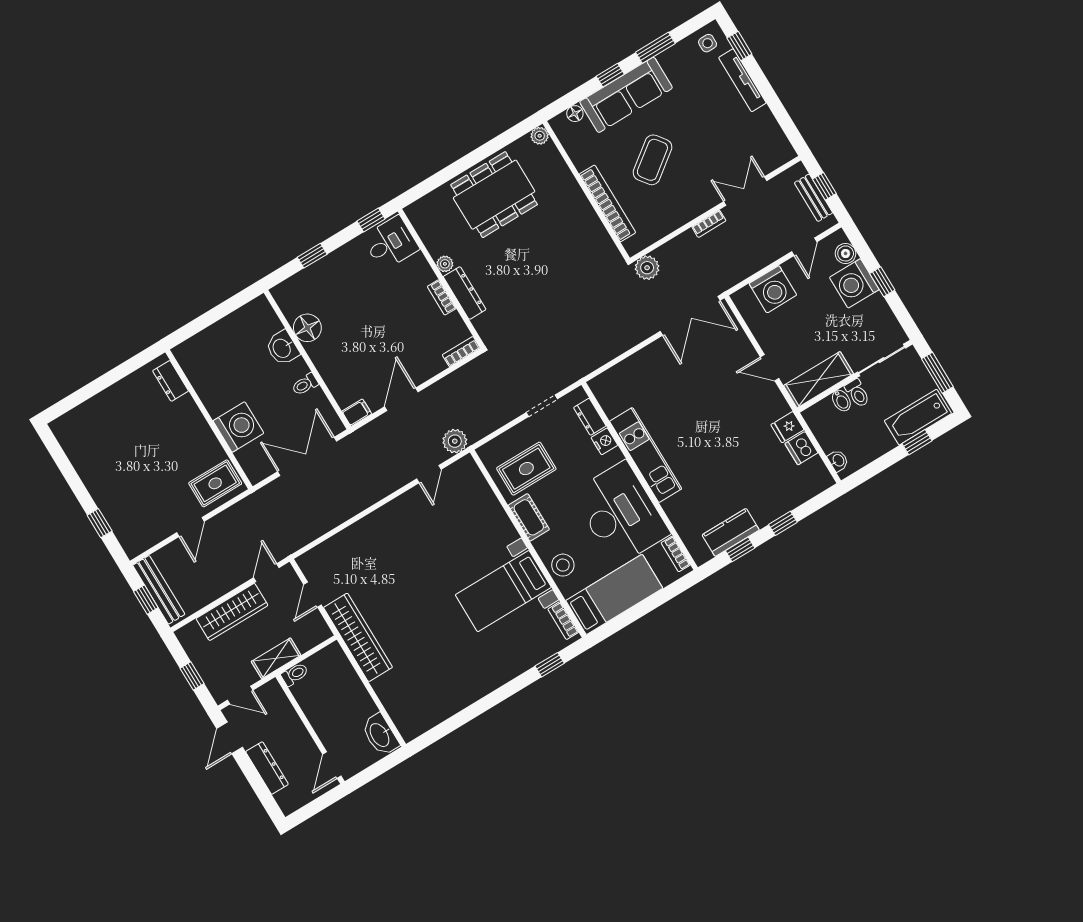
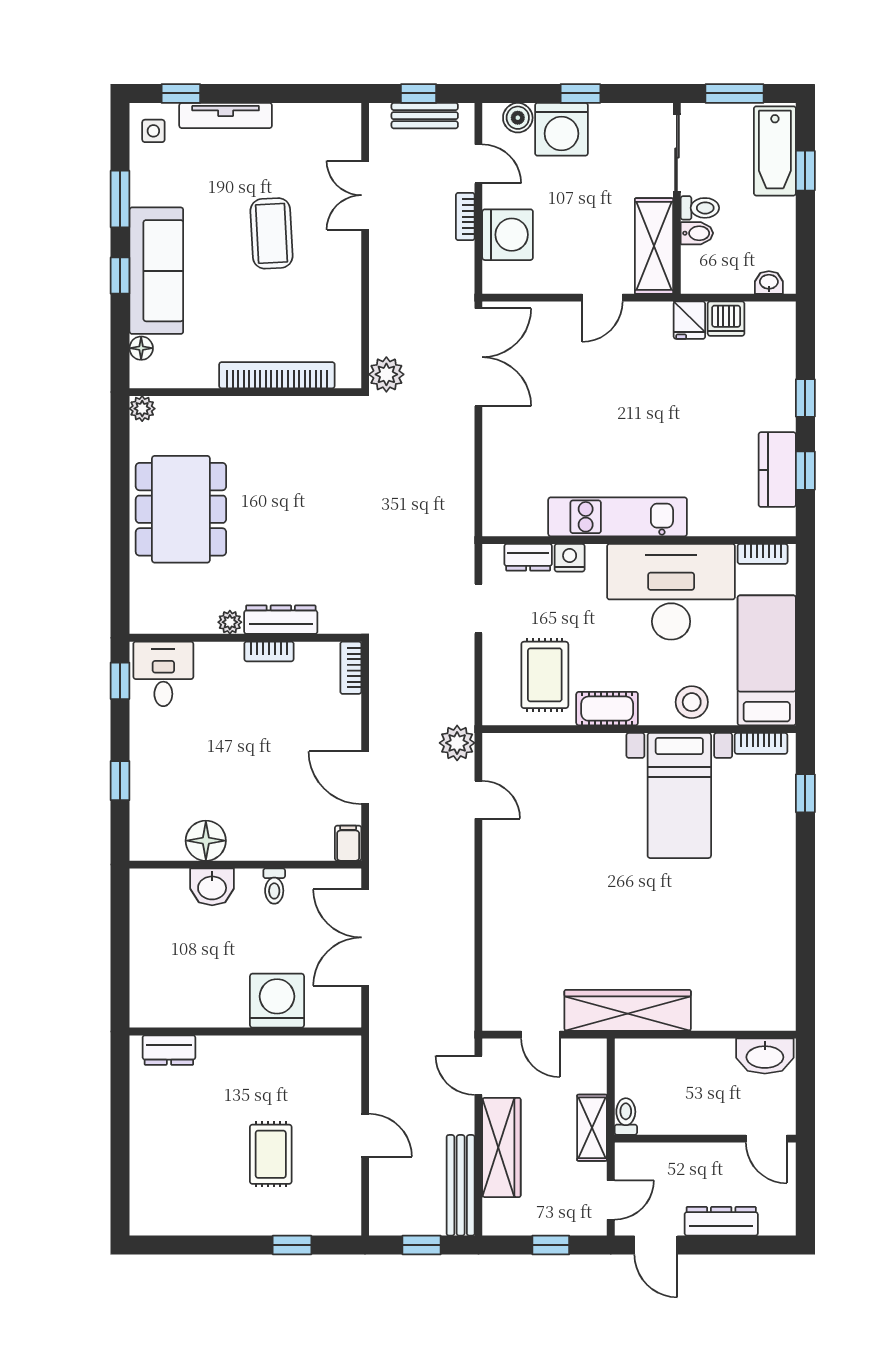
coffee table: (652, 160) -> (272, 233), moved, turned 34
bookcase: (709, 224) -> (465, 217), moved, turned 180
rug: (215, 483) -> (271, 1154), moved
bench: (159, 590) -> (461, 1185), moved, turned 90

